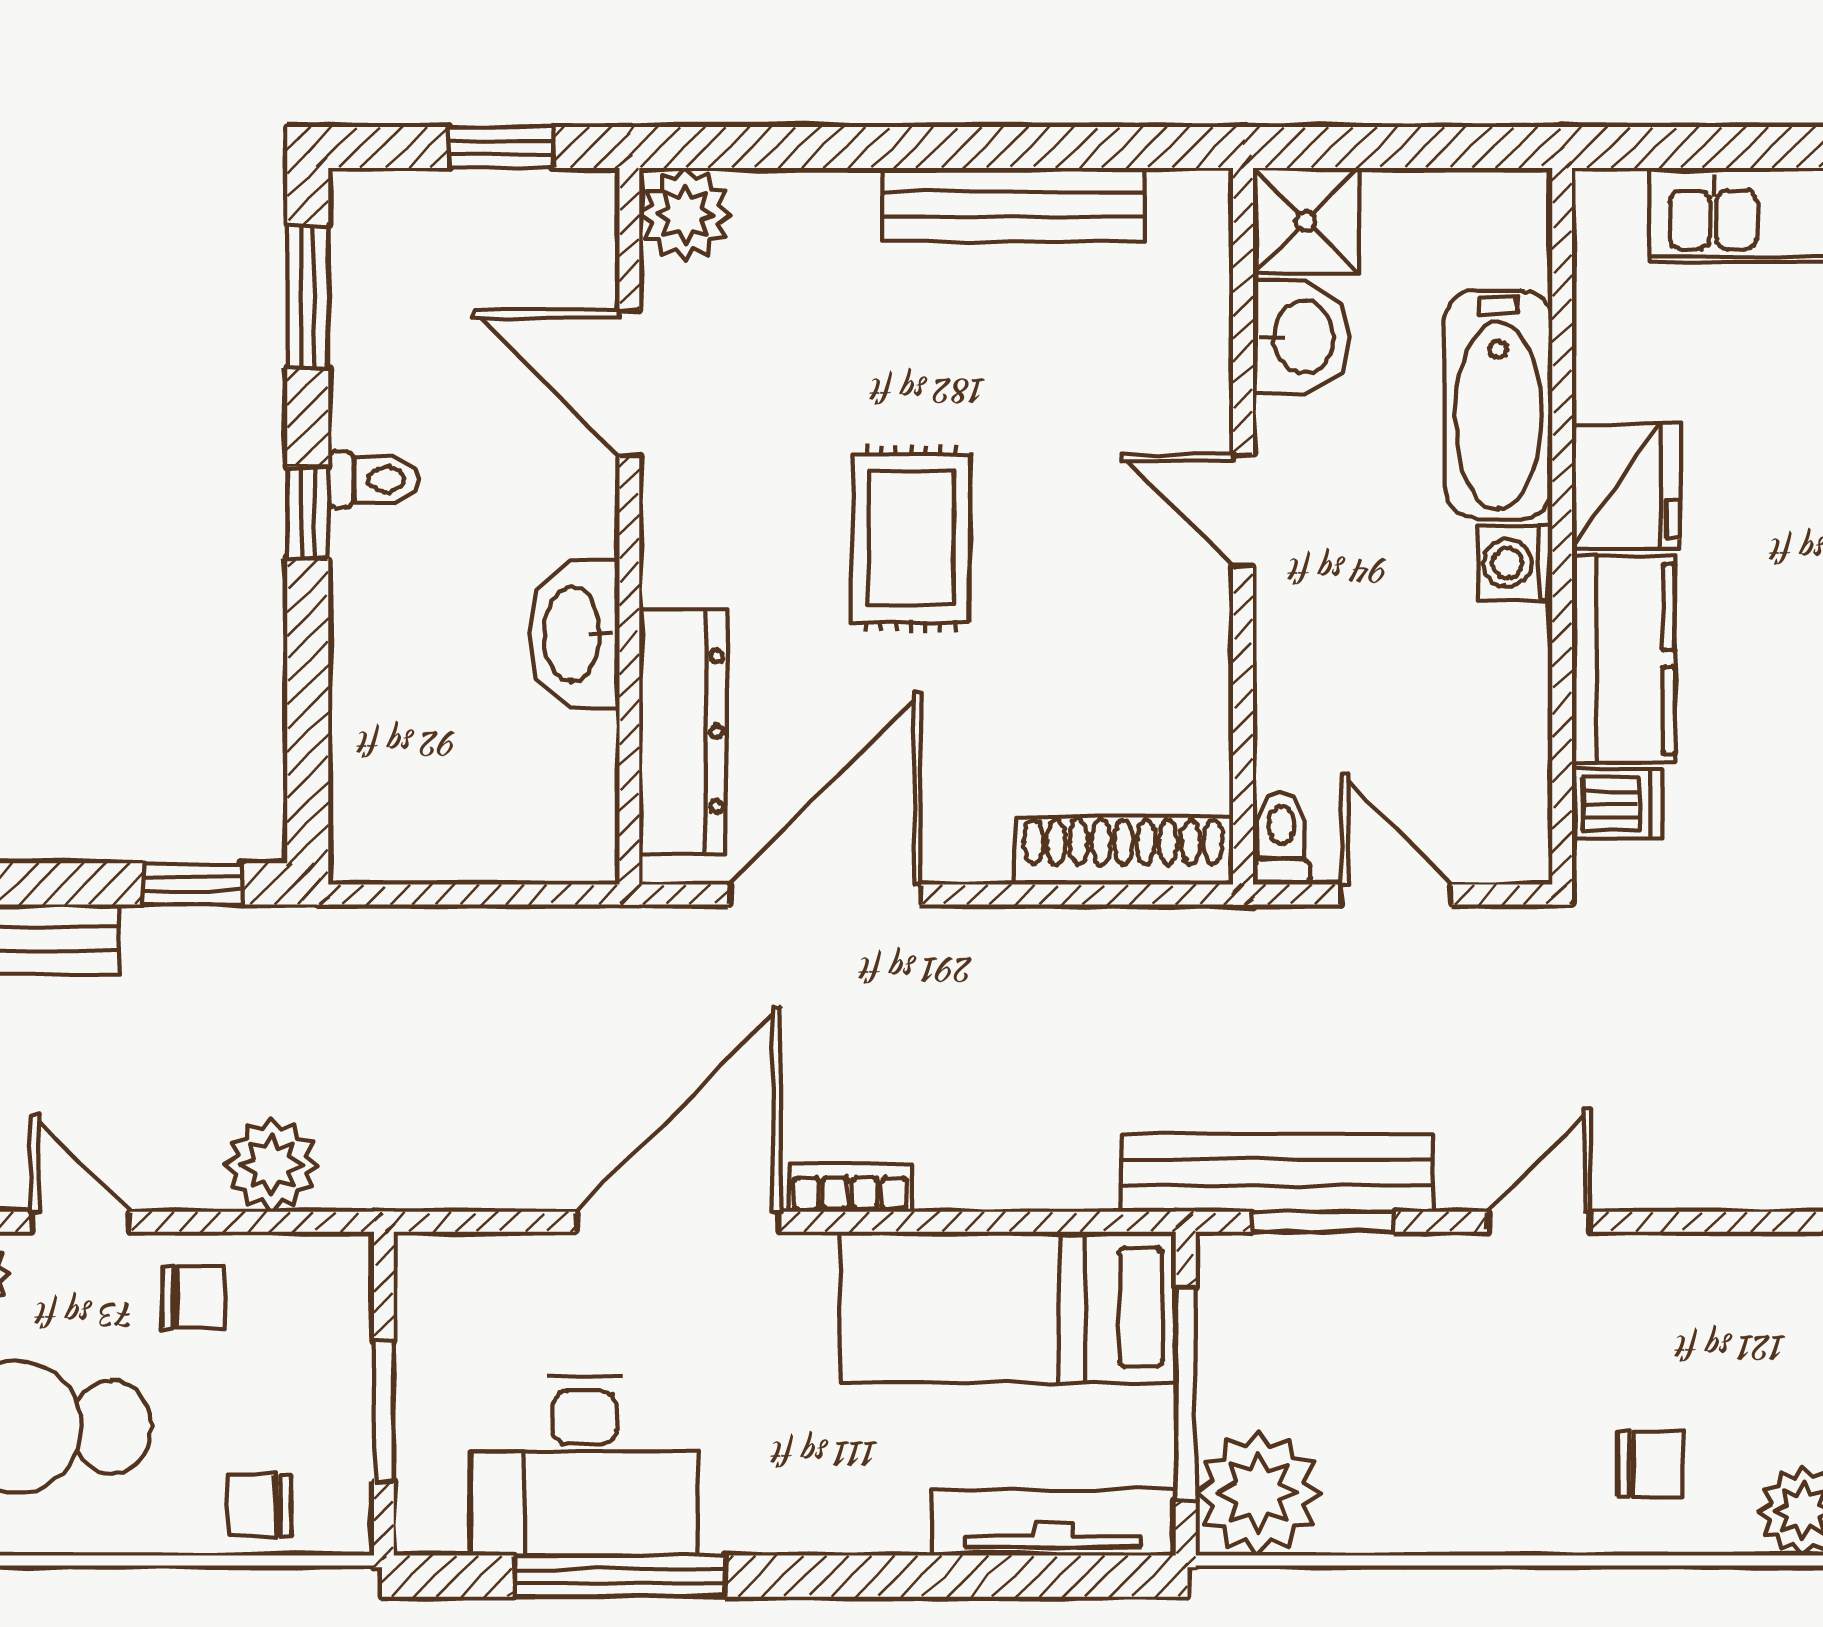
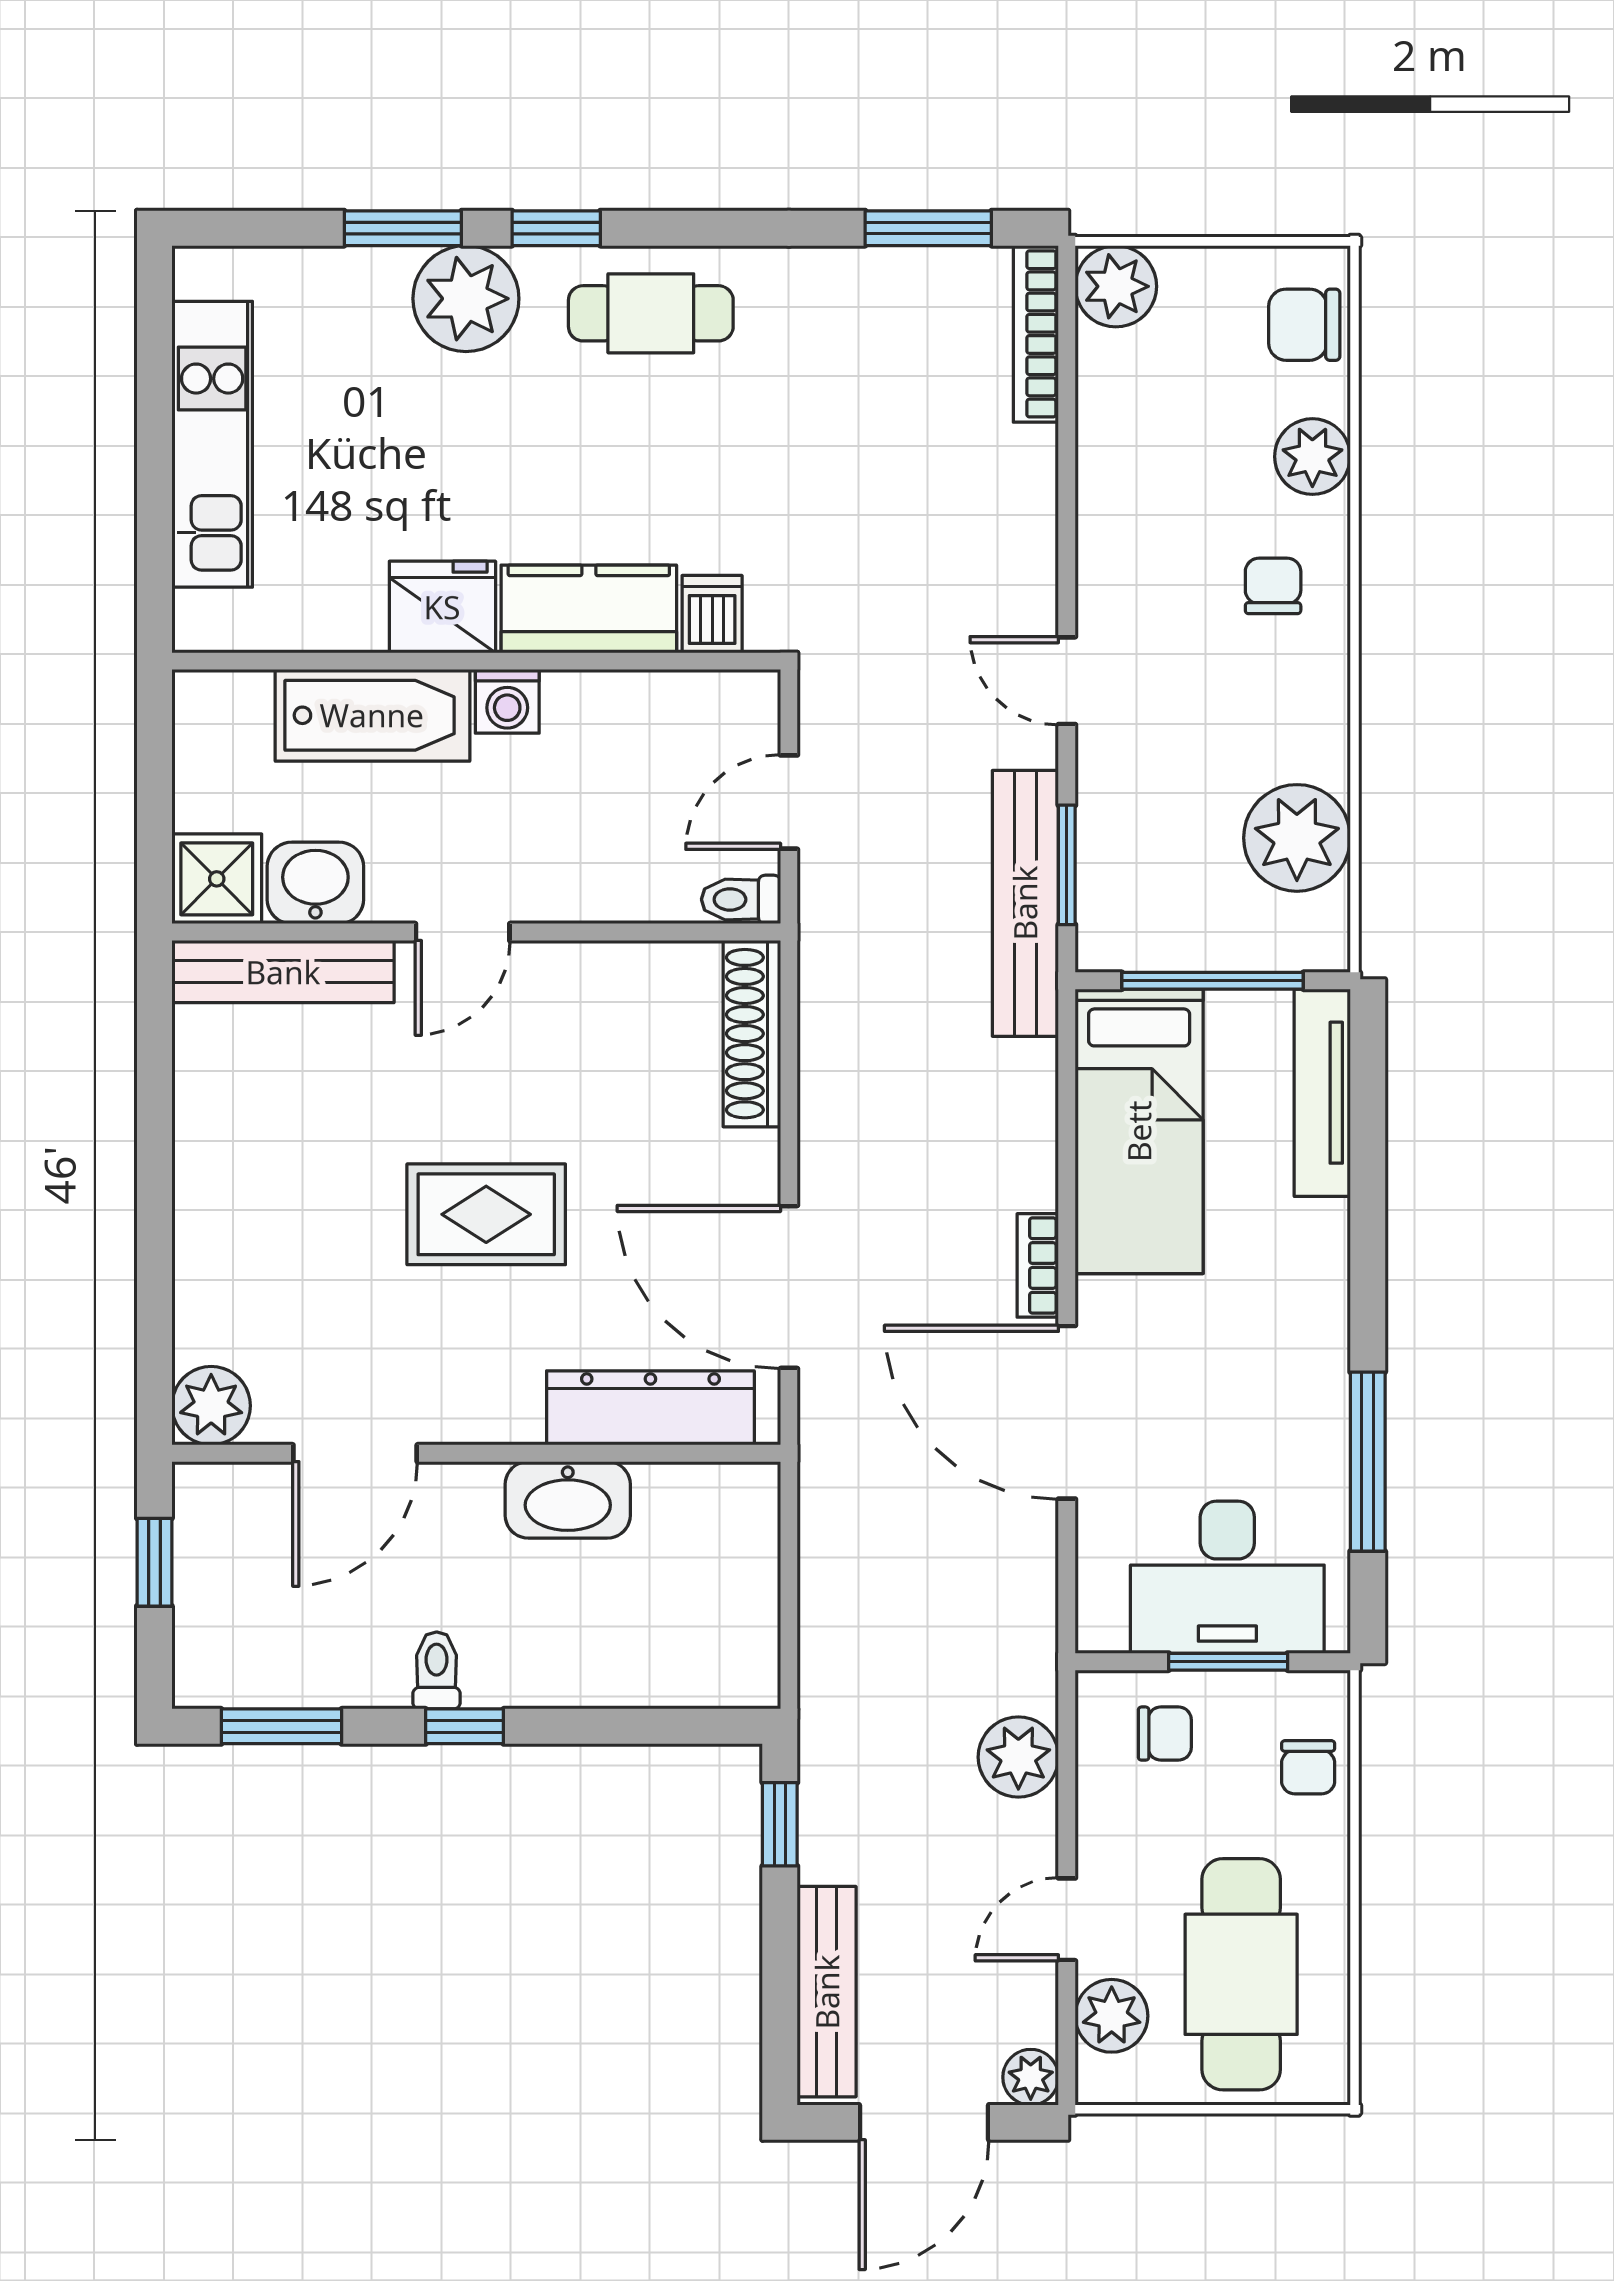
bench: (1013, 205) -> (283, 972), moved, turned 90
chair: (194, 1297) -> (1165, 1734), moved, turned 90
desk: (584, 1466) -> (1227, 1577), moved, turned 90
plant: (1258, 1493) -> (1297, 838), moved

